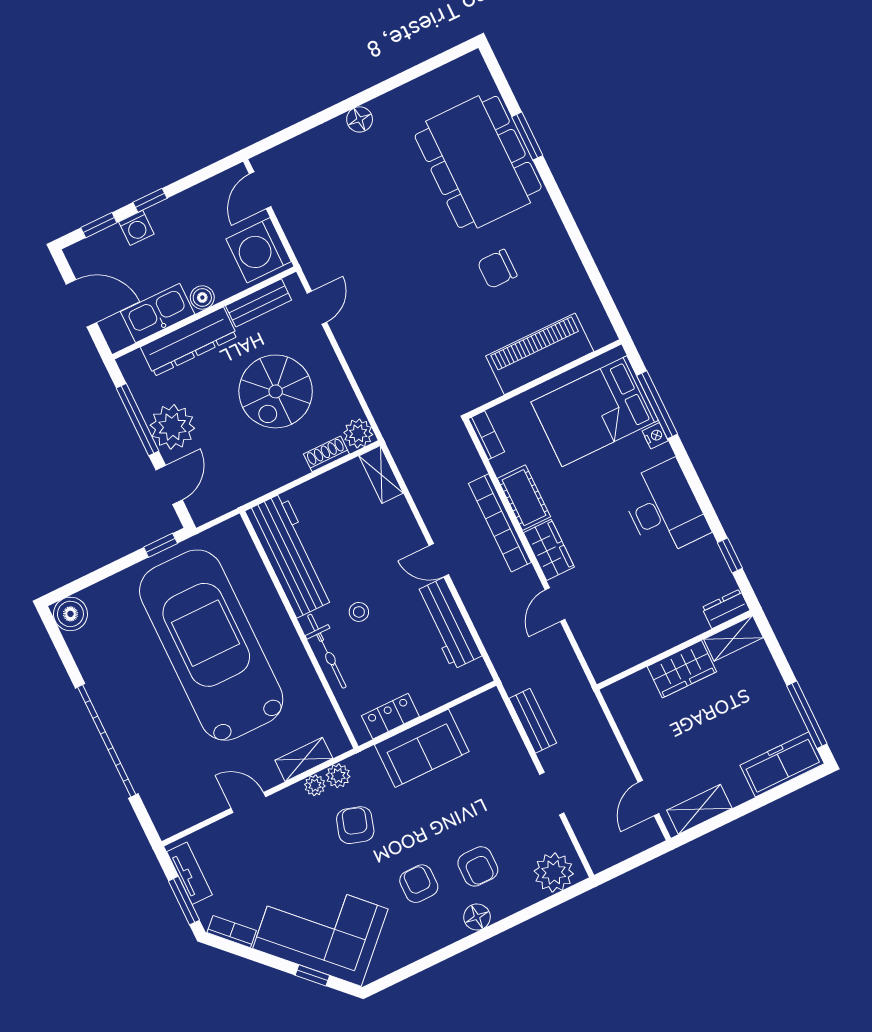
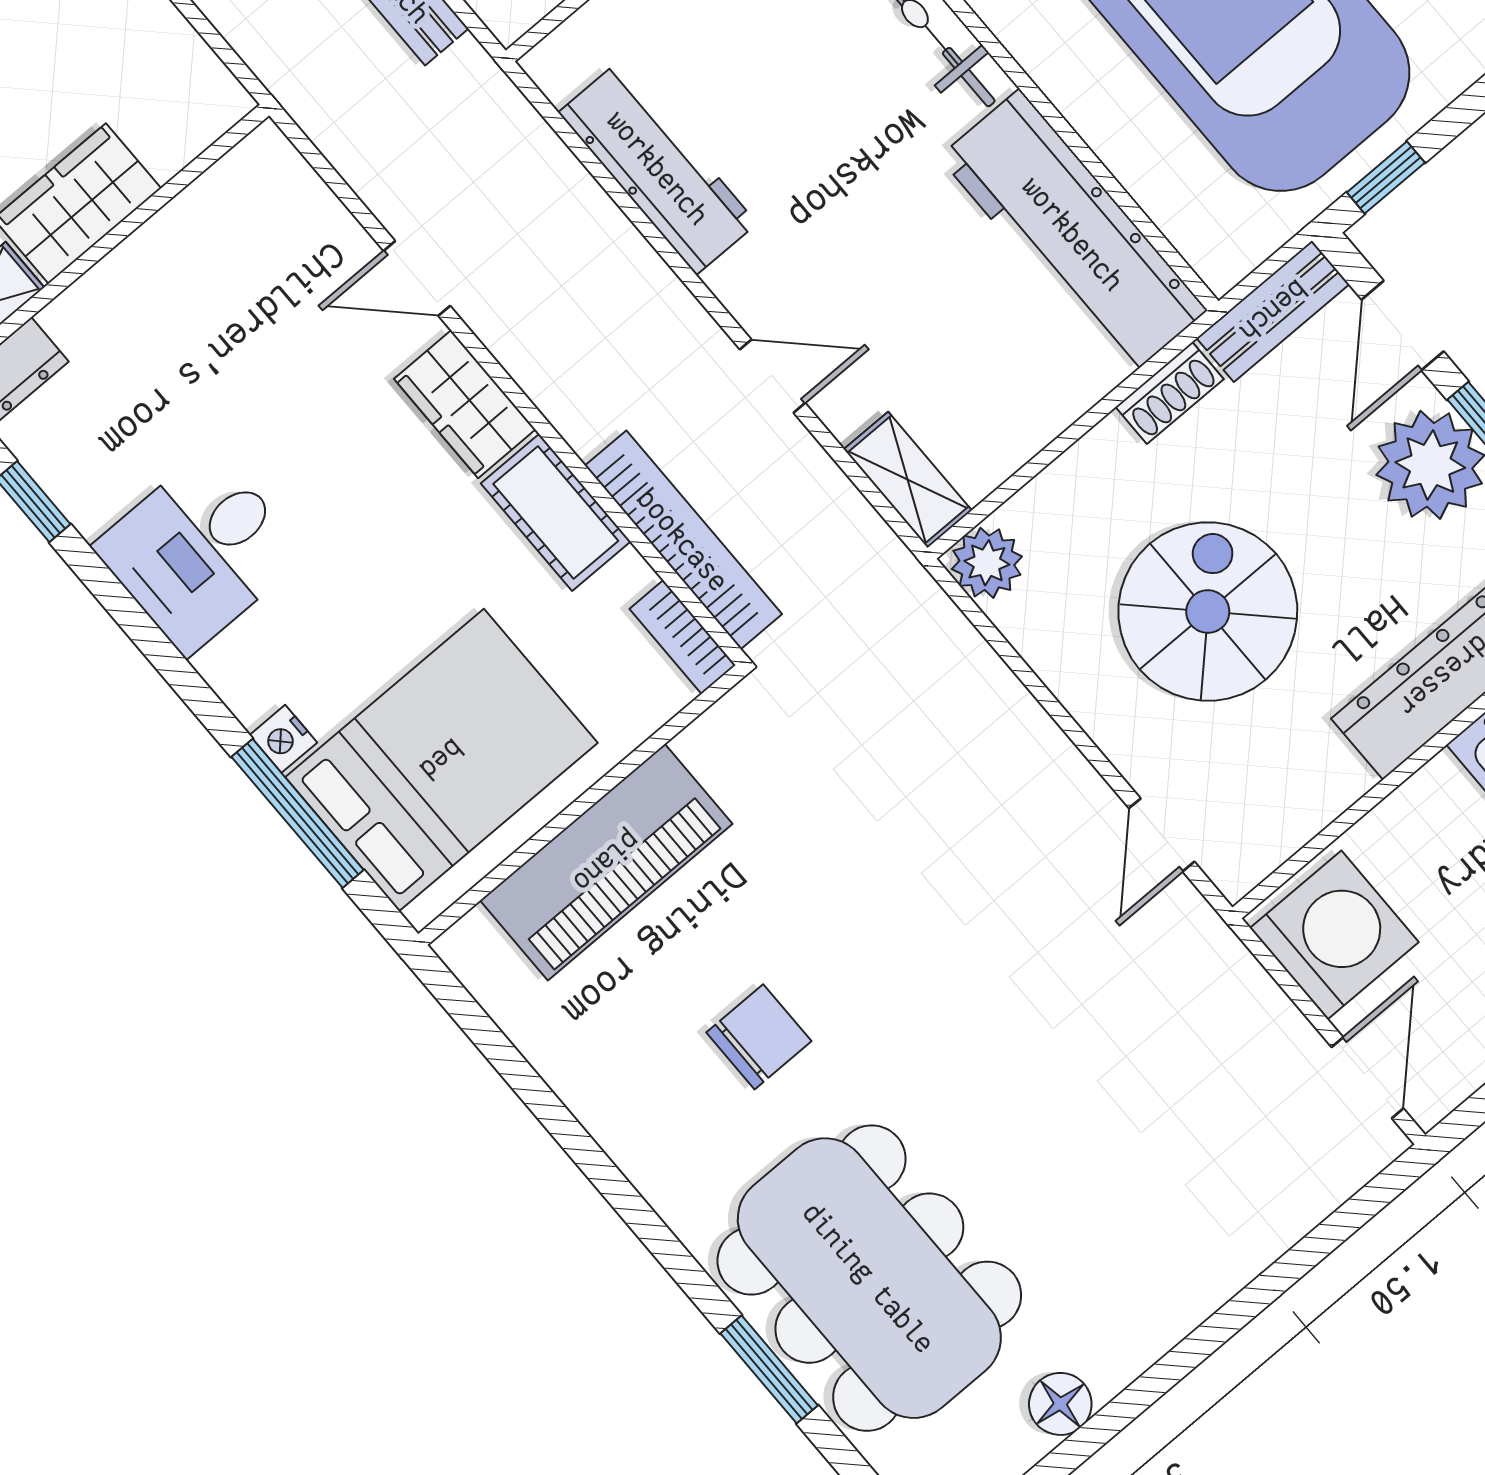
floor lamp: (360, 119) -> (1060, 1404), moved
boiler: (202, 297) -> (1439, 789), removed
bench: (259, 303) -> (1273, 311), moved
shoe rack: (326, 454) -> (1170, 393), moved
desk: (664, 509) -> (199, 551), width x0.73
bookcase: (500, 523) -> (683, 540), moved
door: (439, 560) -> (772, 376), moved
door: (555, 605) -> (417, 278), swing flipped
stool: (359, 612) -> (876, 141), removed

